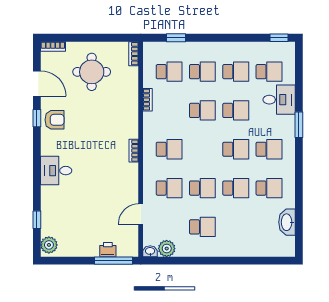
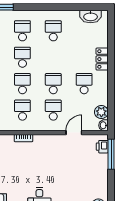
school desk: (236, 188) -> (22, 84), moved
door: (141, 214) -> (74, 133), swing flipped
washbasin: (287, 222) -> (91, 16), moved
locker: (233, 249) -> (102, 59), added
printer: (108, 250) -> (102, 147), moved

